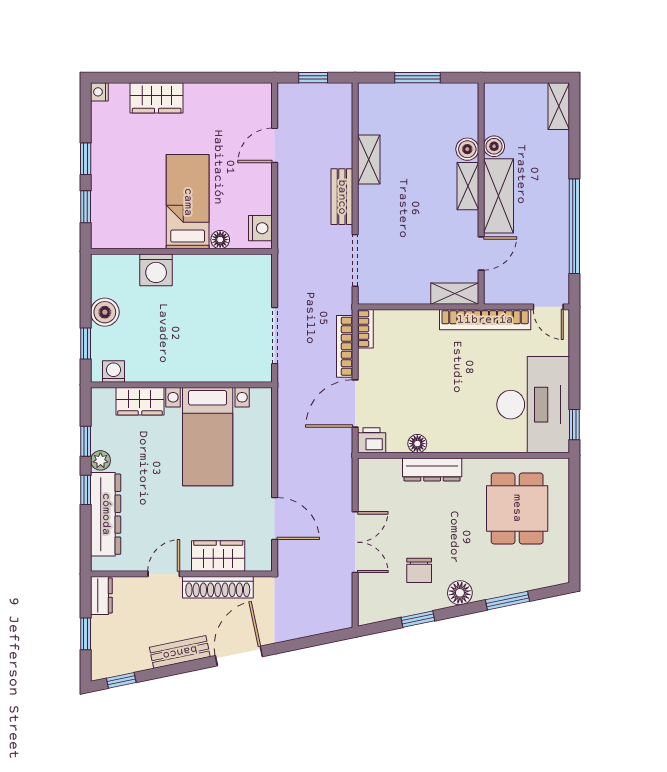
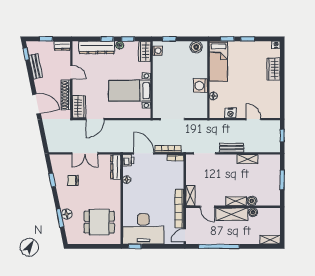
bed: (188, 202) -> (218, 61), moved, turned 90
nightstand: (260, 228) -> (231, 113), moved
washing machine: (156, 270) -> (200, 86), moved
boiler: (105, 312) -> (196, 47), moved
wardrobe: (140, 401) -> (145, 51), moved
dresser: (432, 469) -> (116, 167), moved
wardrobe: (218, 556) -> (79, 107), moved
floor lamp: (460, 593) -> (67, 214), moved
bench: (180, 652) -> (36, 66), moved

